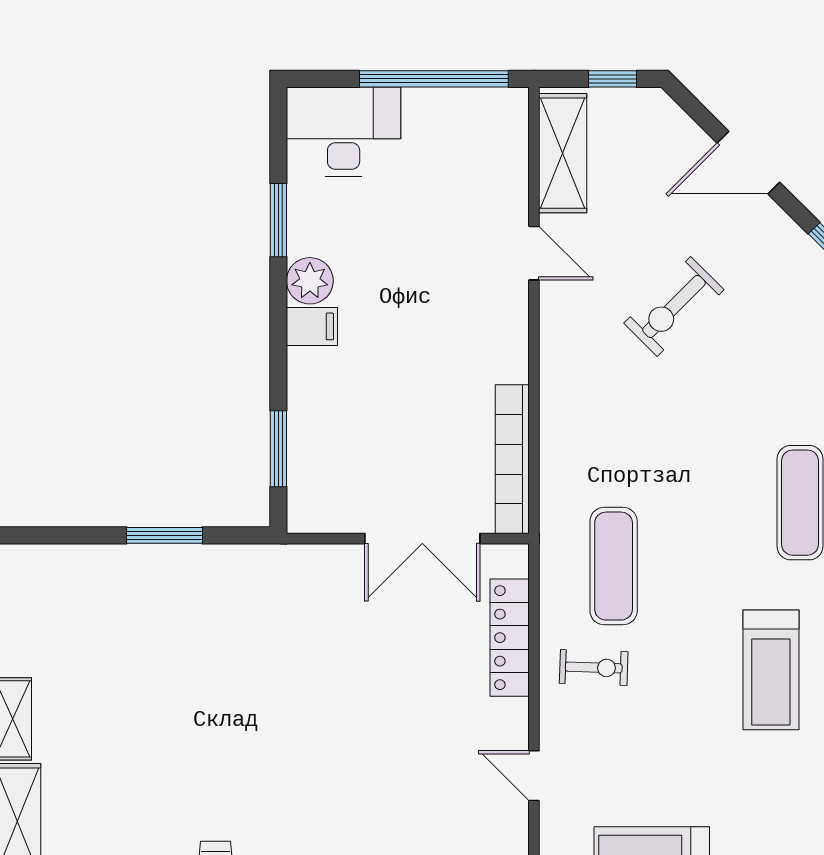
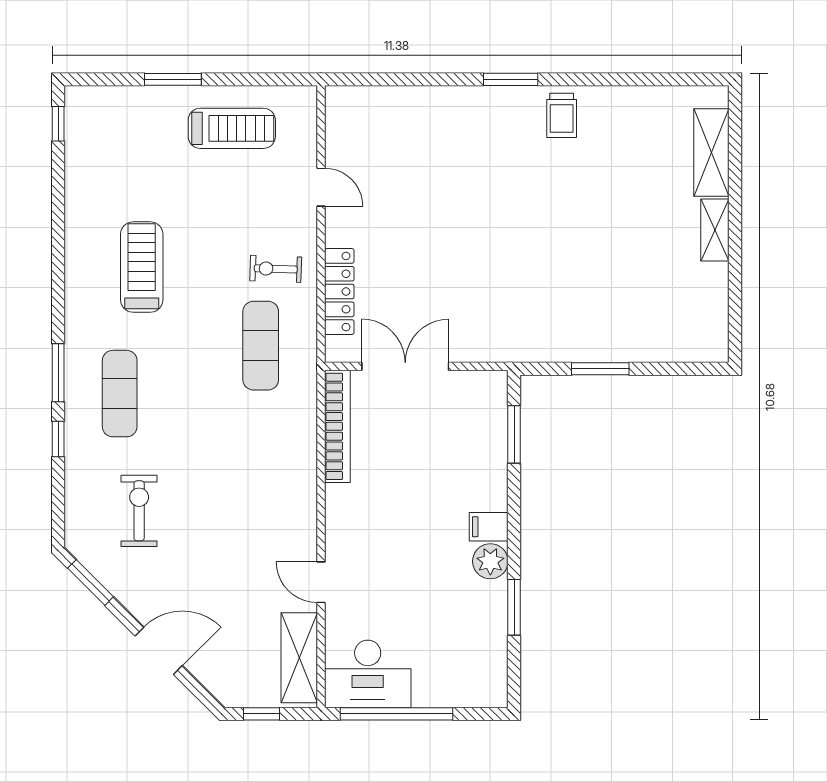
desk: (344, 132) -> (368, 674), moved
exercise bike: (674, 306) -> (139, 511), moved, turned -45

